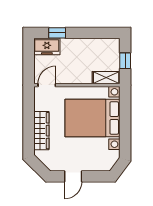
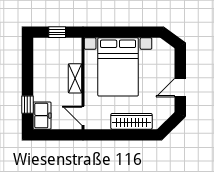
shelving: (106, 78) -> (75, 78), moved
door: (73, 176) -> (180, 88), swing flipped

